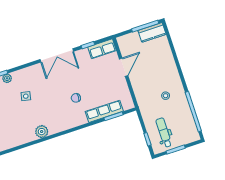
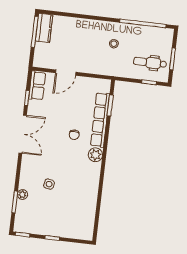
door: (124, 67) -> (66, 73), swing flipped
row of seats: (104, 111) -> (100, 120), width x1.36
plant: (42, 132) -> (95, 155), moved

